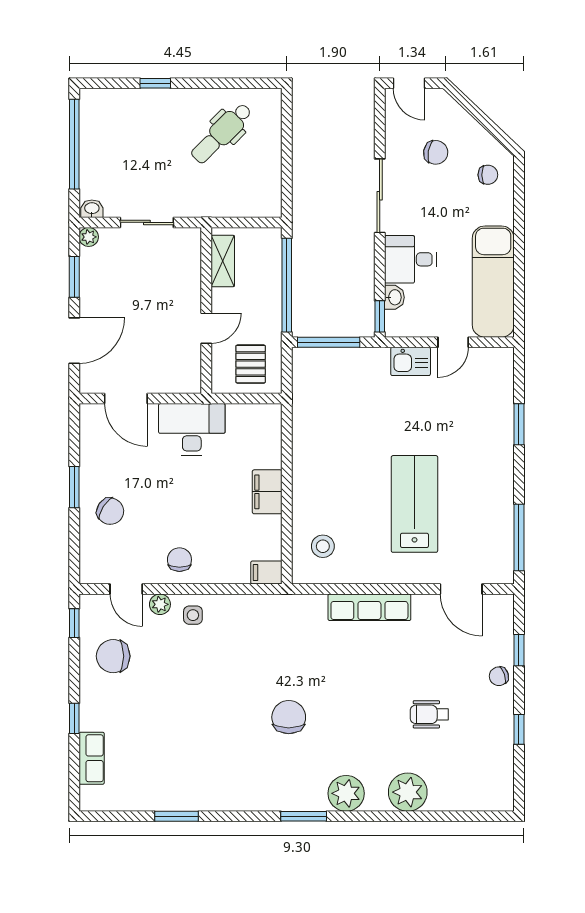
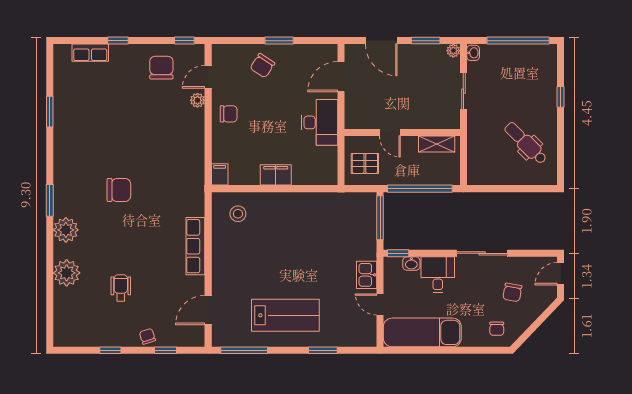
lab bench: (414, 504) -> (285, 315), moved
side table: (193, 615) -> (190, 123), removed

